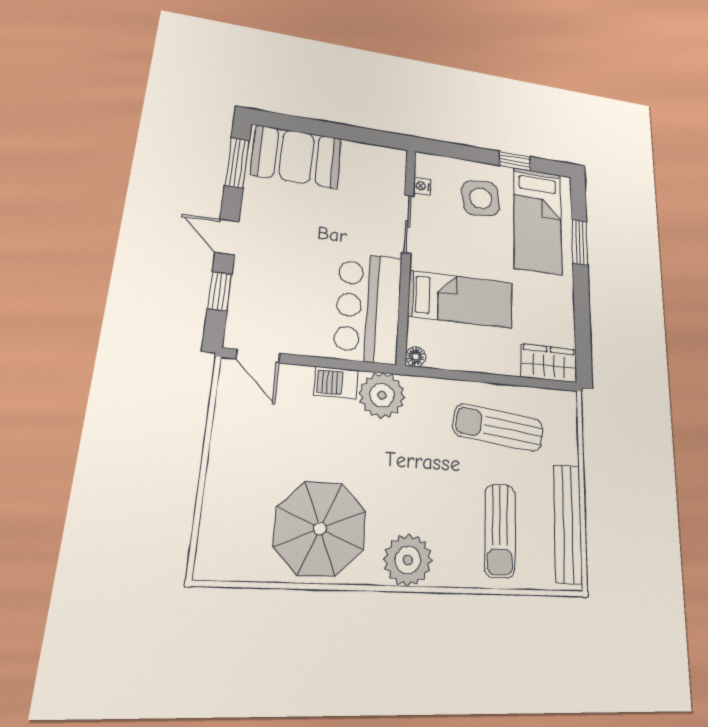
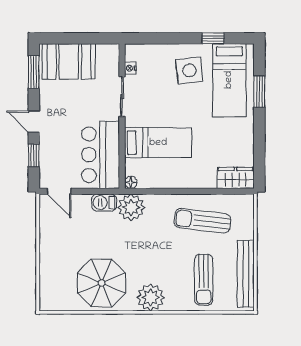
nightstand: (422, 186) -> (130, 68), moved
sliding door: (408, 224) -> (122, 96), moved
wall: (406, 253) -> (122, 116), moved
bed: (461, 299) -> (158, 143), moved
bar counter: (368, 307) -> (101, 155), moved
floor lamp: (415, 357) -> (131, 182), moved

